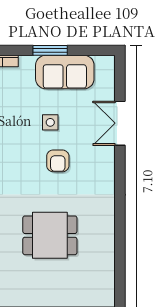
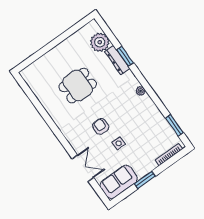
sofa: (65, 72) -> (119, 182), moved

